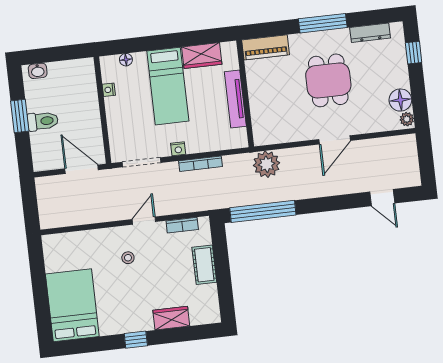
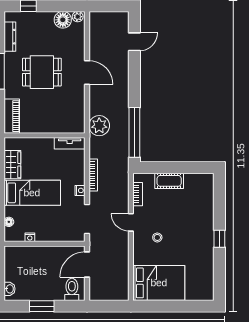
tv unit: (235, 99) -> (70, 143), moved, width x0.71
toilet: (43, 121) -> (72, 289), moved
bed: (72, 305) -> (159, 283), moved, turned 180
wardrobe: (171, 318) -> (206, 210), removed

